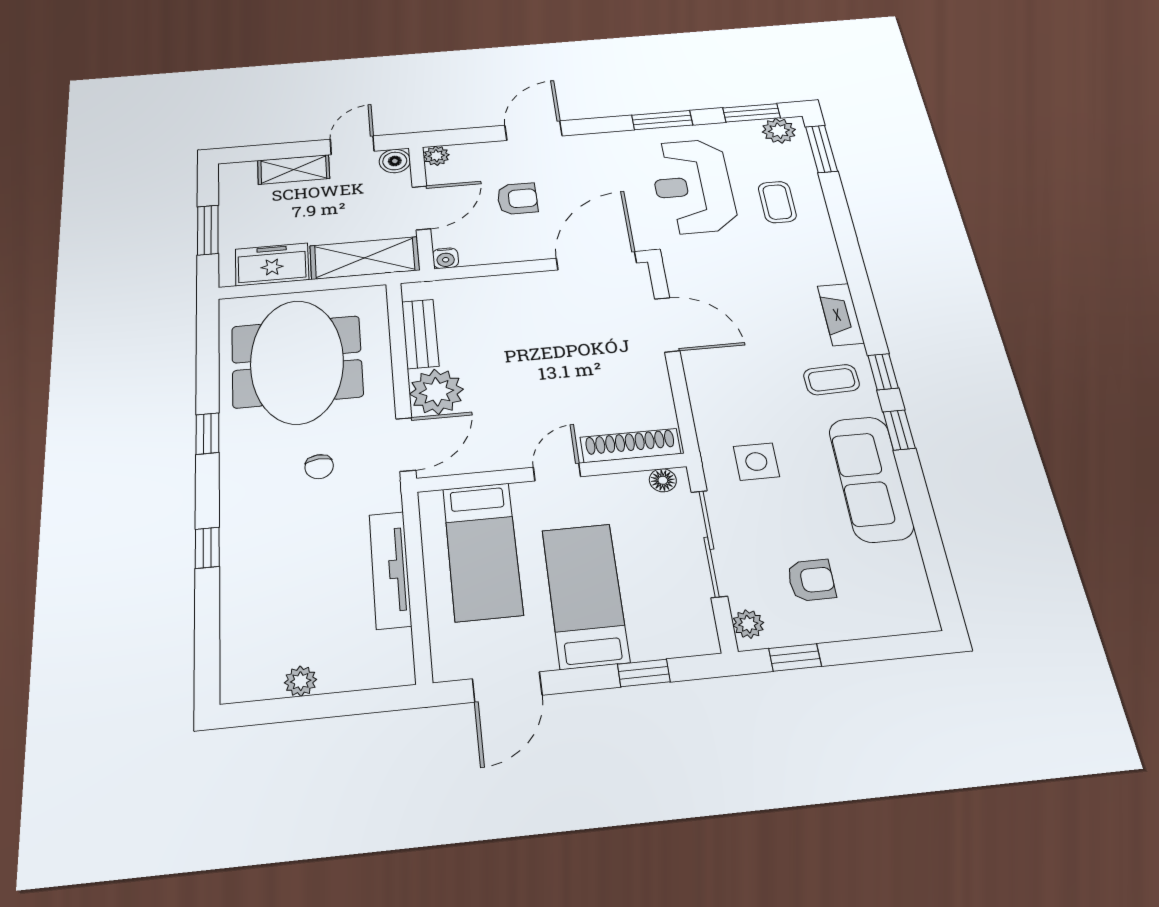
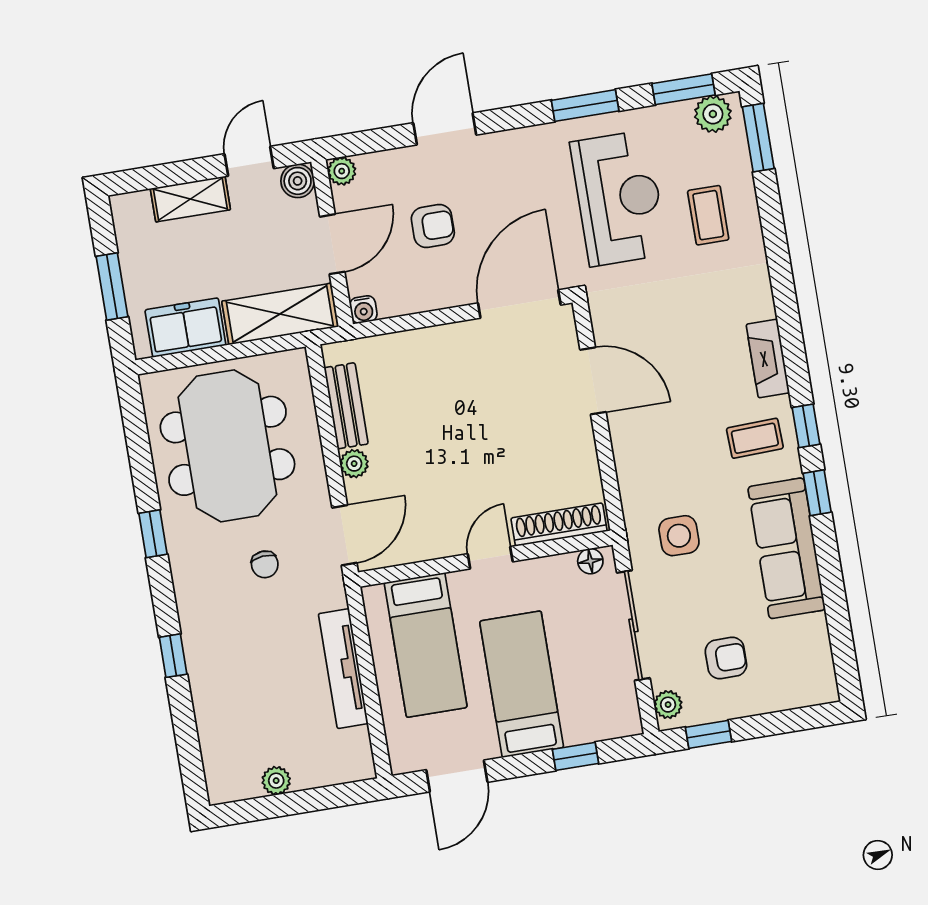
reception desk: (693, 186) -> (619, 198), turned 180
plant: (437, 392) -> (354, 464), width x0.53, depth x0.53

